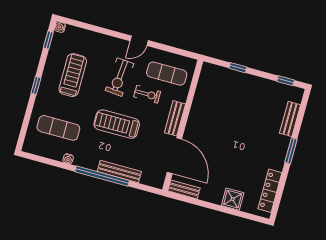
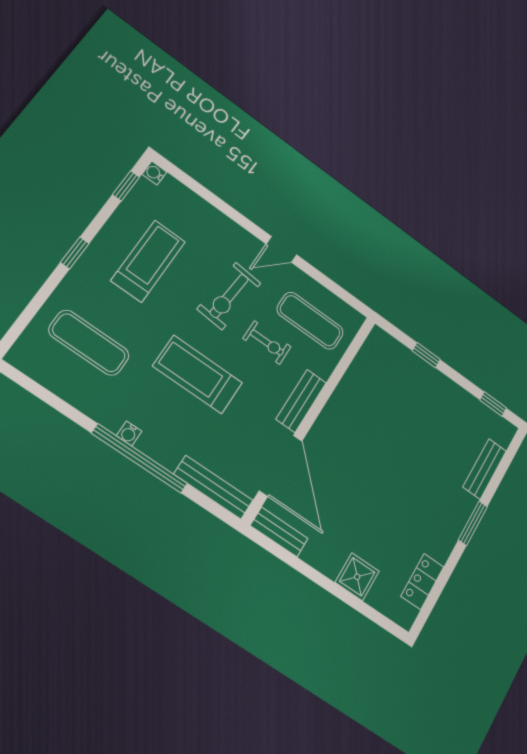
water cooler: (68, 159) -> (129, 433), moved
bench: (119, 172) -> (213, 487), moved
locker: (270, 191) -> (422, 582), width x0.66

